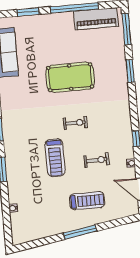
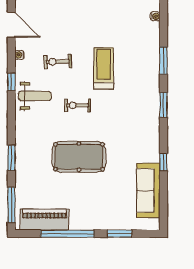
weight bench: (114, 128) -> (35, 96), added
treadmill: (87, 201) -> (72, 17), removed

